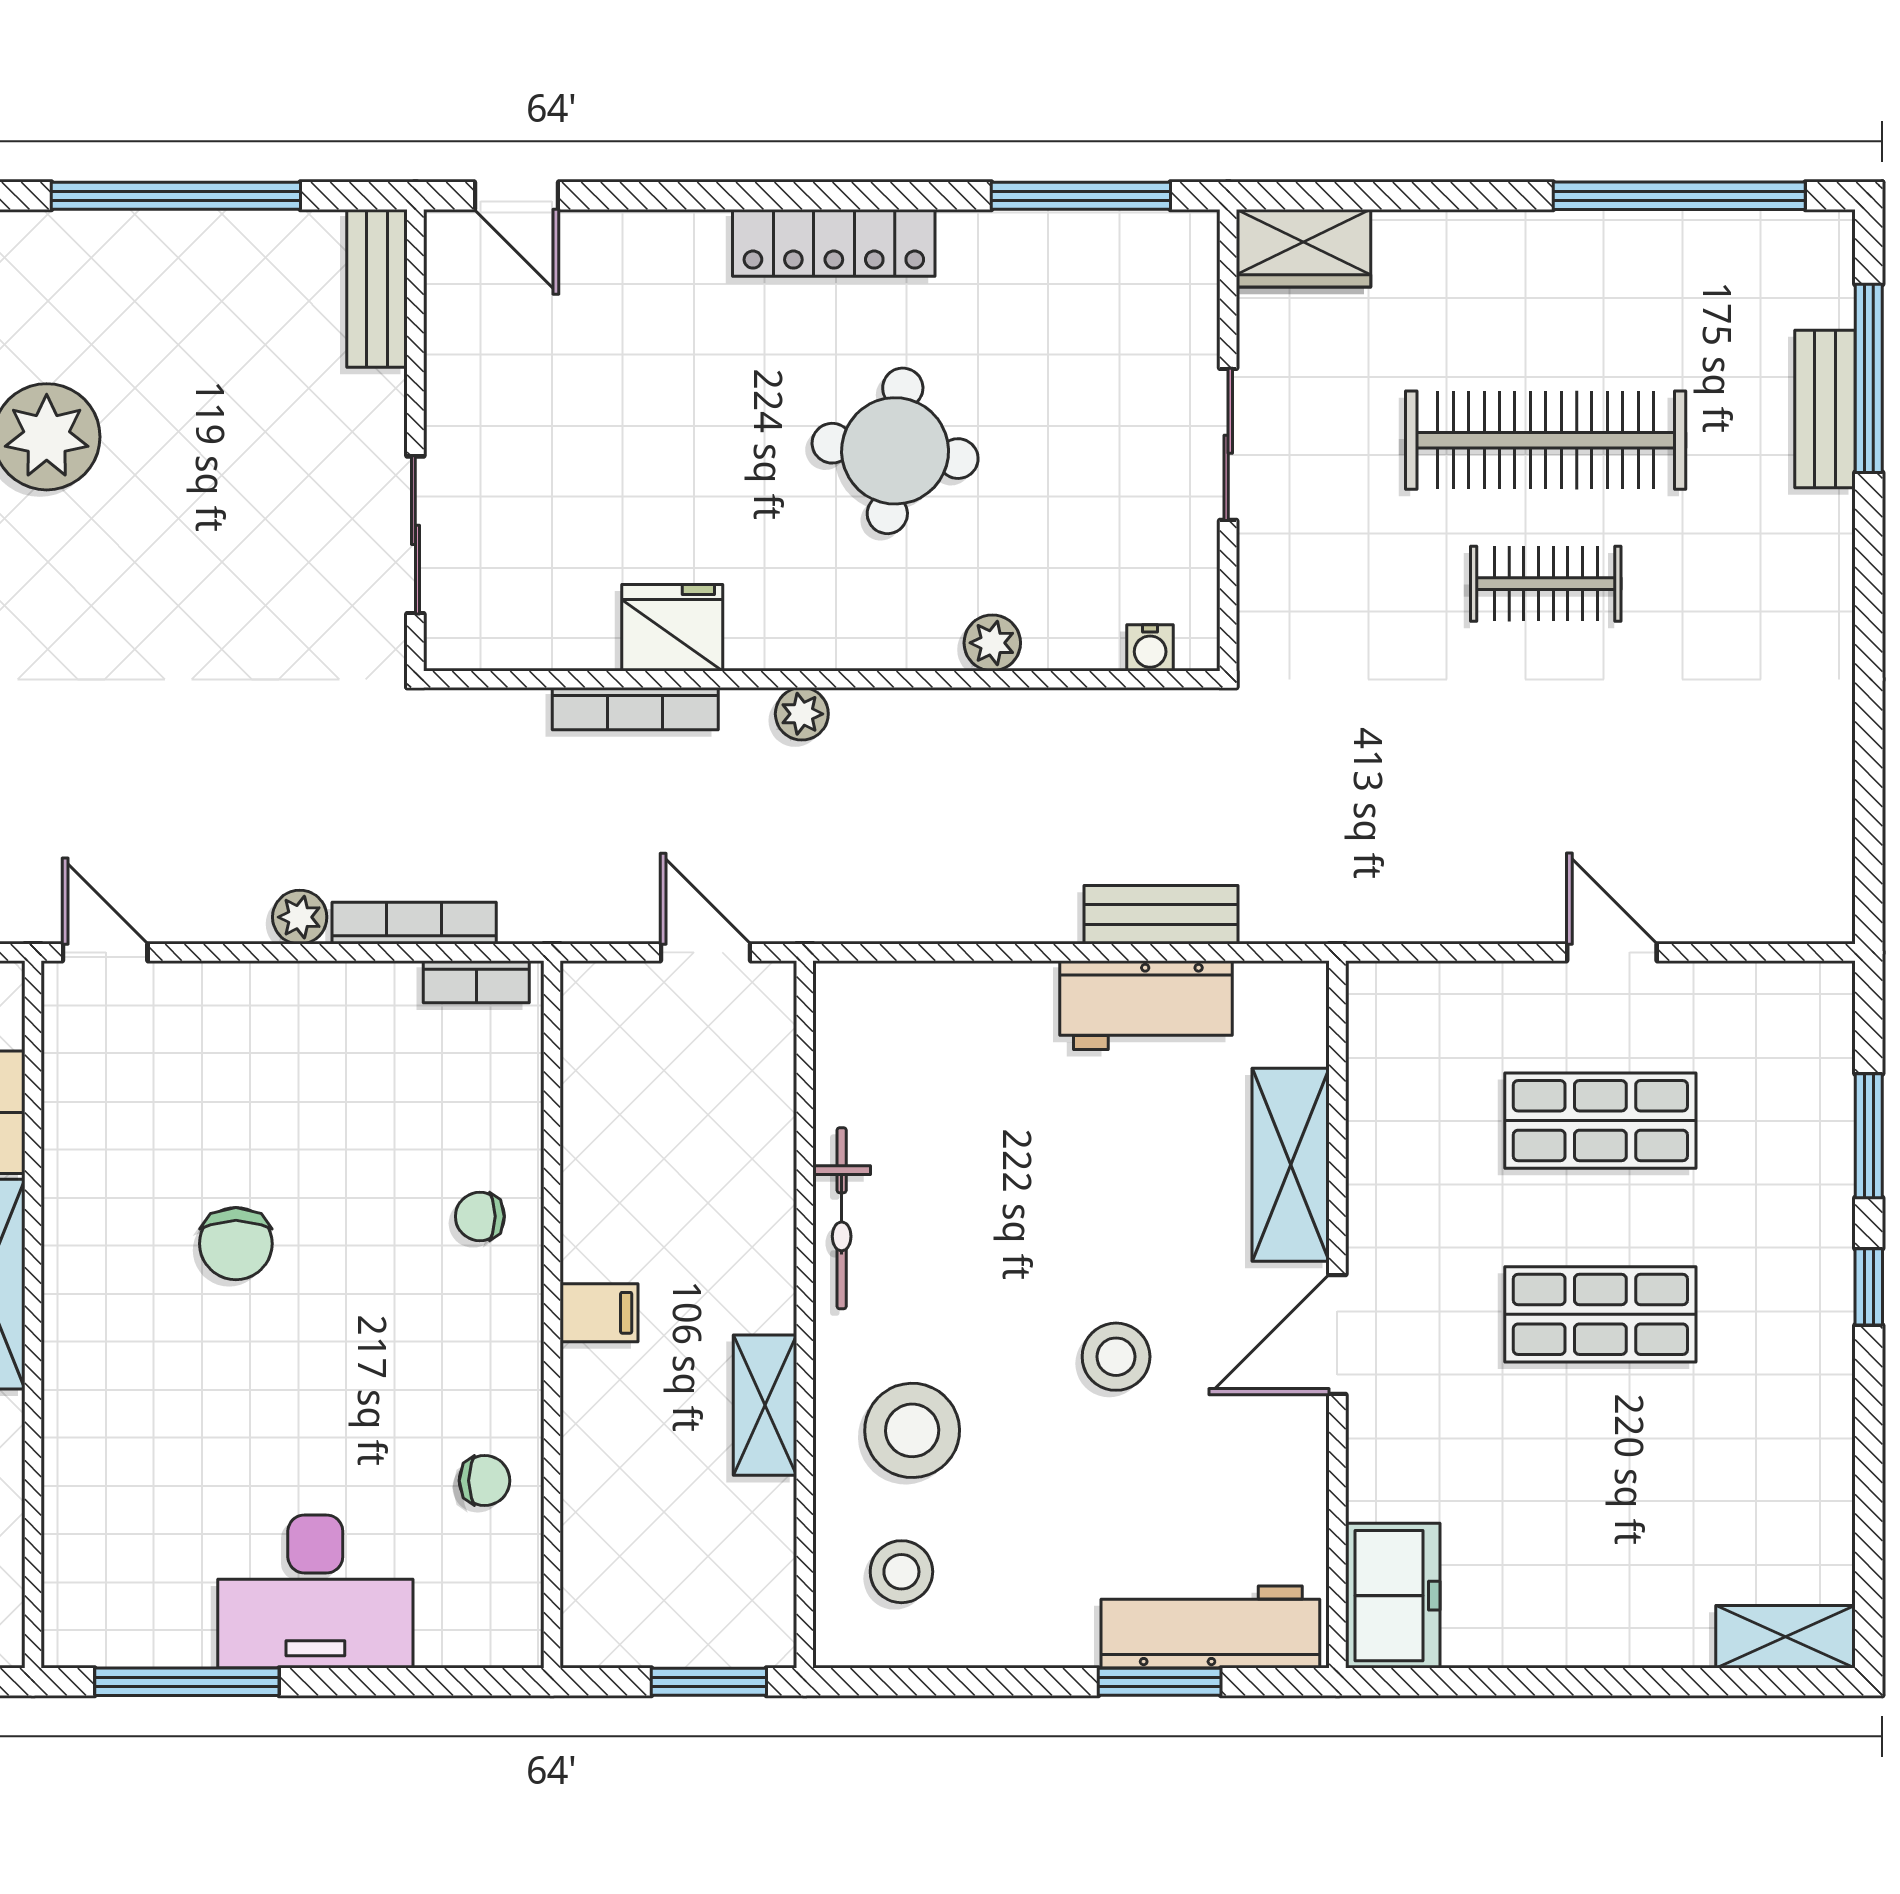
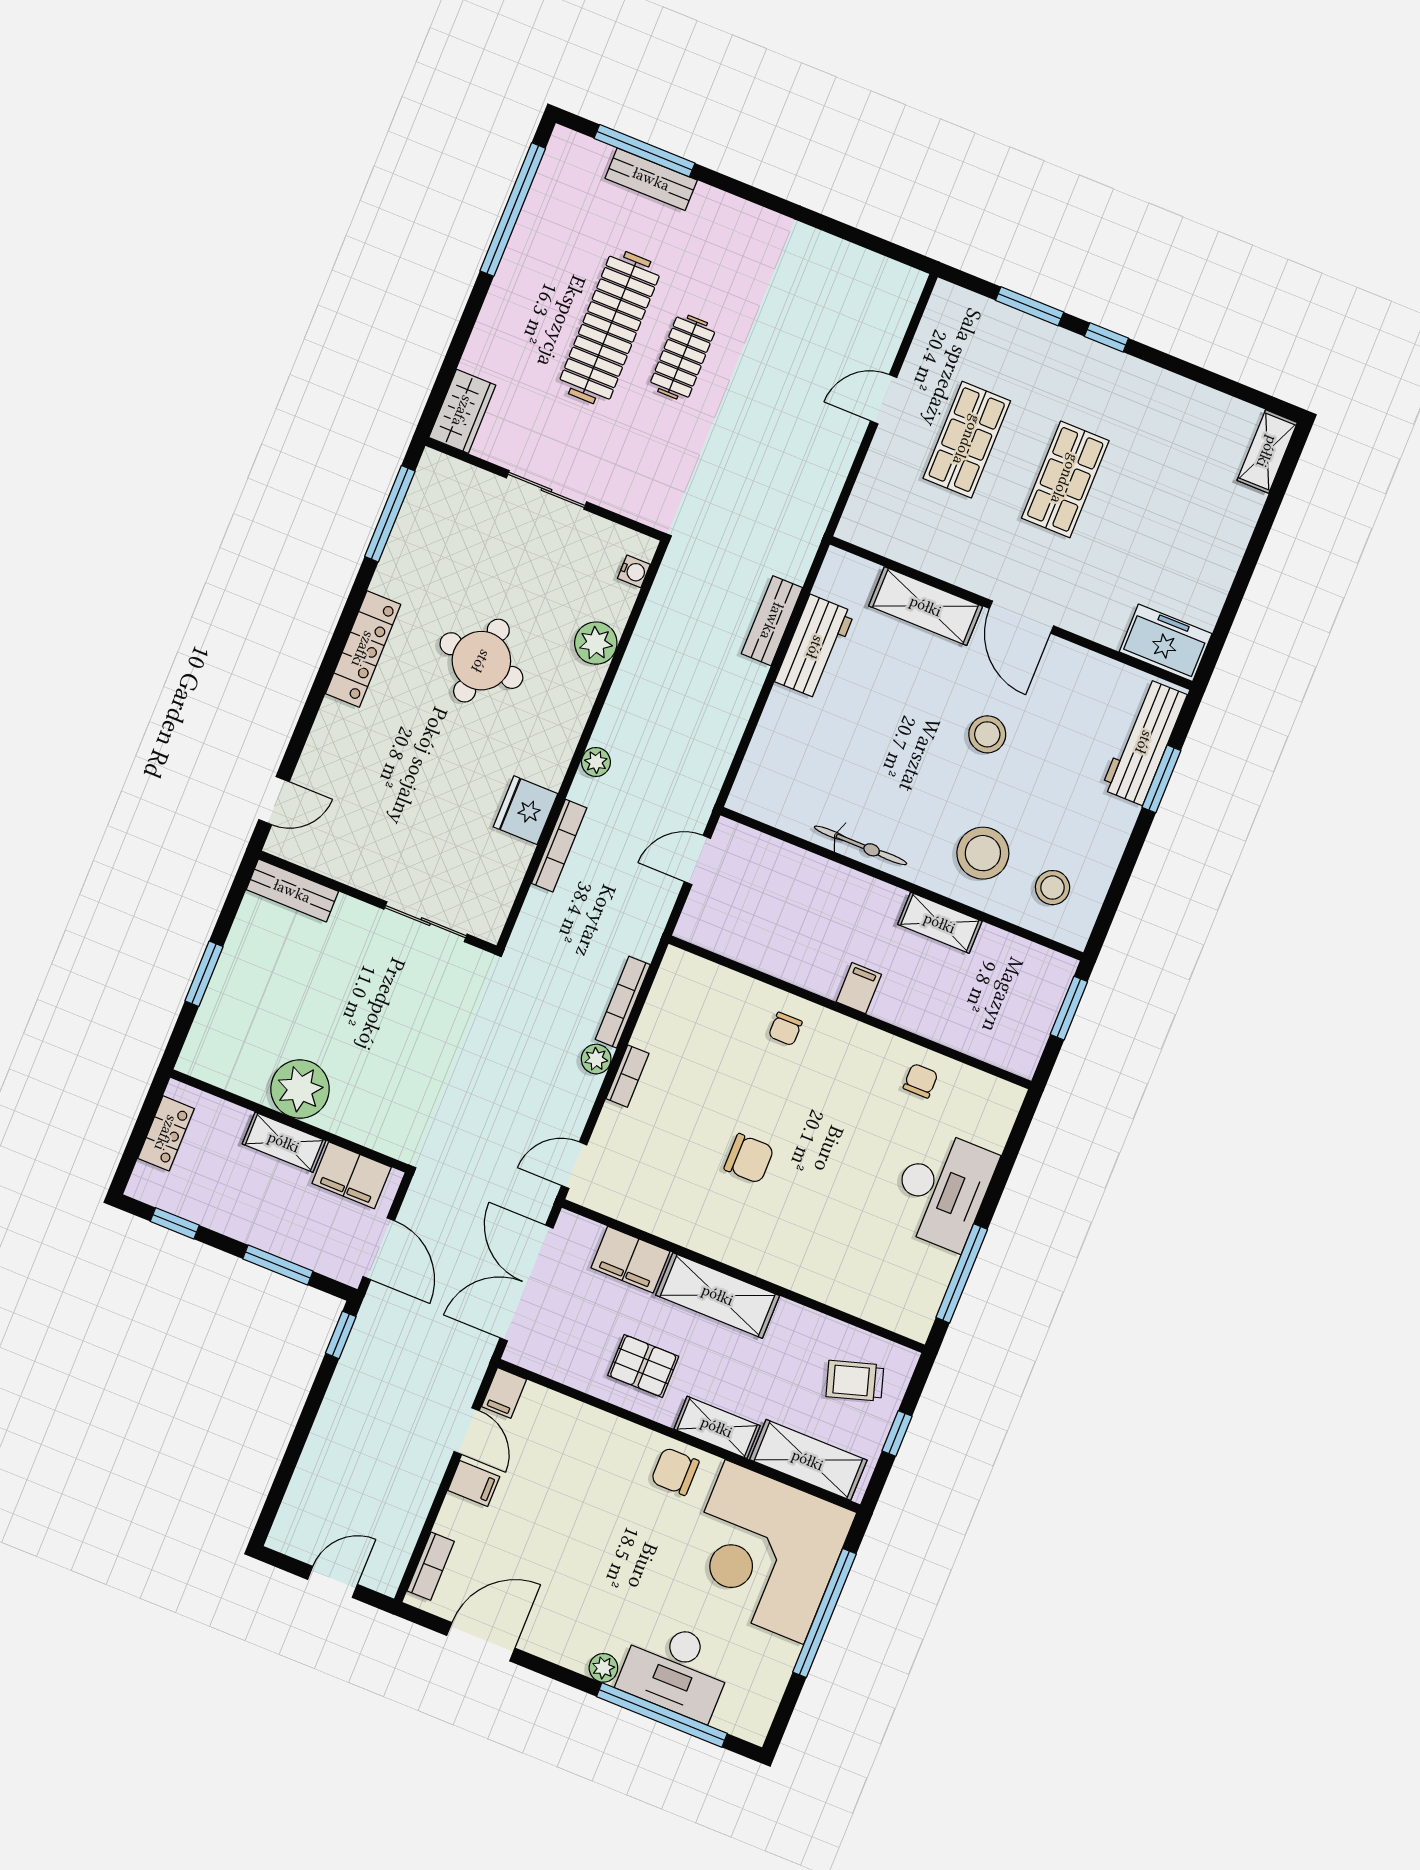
window: (176, 196) -> (204, 974), width x0.47
plant: (992, 643) -> (596, 643), width x1.38, depth x1.38
bookcase: (476, 982) -> (627, 1076), moved

